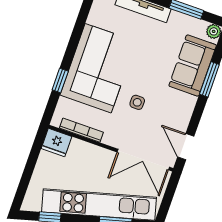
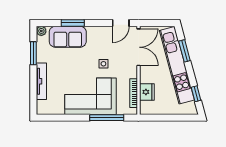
window: (60, 80) -> (107, 118), width x2.17
fridge: (57, 142) -> (147, 92), moved

